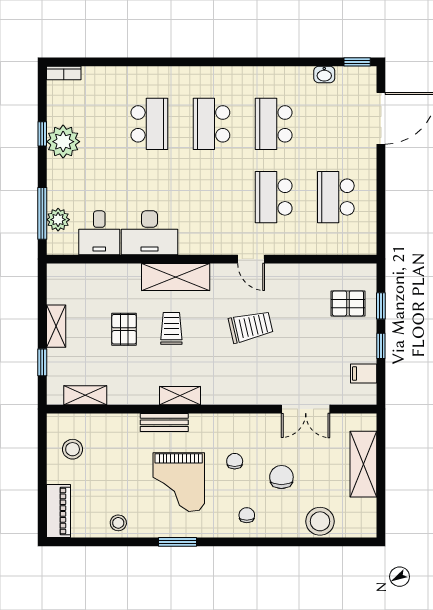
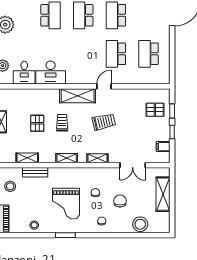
door: (251, 259) -> (104, 86), swing flipped
shelving: (176, 277) -> (78, 96), moved
shelving: (85, 395) -> (27, 158), moved
shelving: (239, 396) -> (97, 158), added
bench: (164, 422) -> (35, 172), moved

